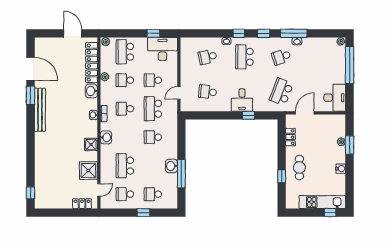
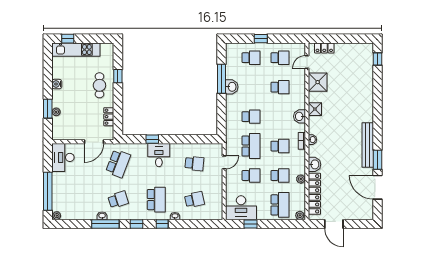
school desk: (125, 166) -> (280, 87), width x0.54

